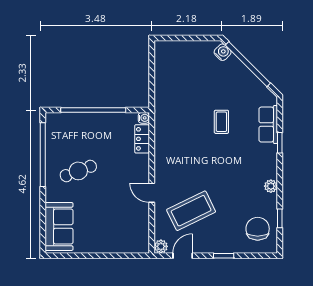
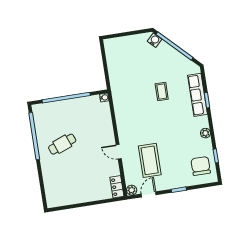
row of seats: (268, 125) -> (198, 95), width x1.48
locker: (142, 139) -> (117, 187), moved
coffee table: (191, 211) -> (150, 160), turned -64
sofa: (59, 226) -> (54, 187), removed

